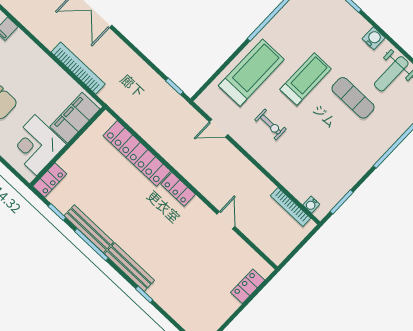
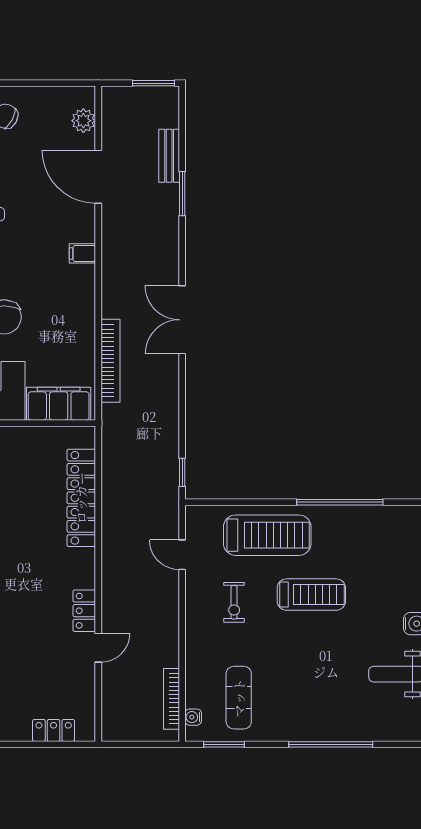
exercise mat: (353, 98) -> (239, 698), moved
locker: (178, 189) -> (84, 611), moved

